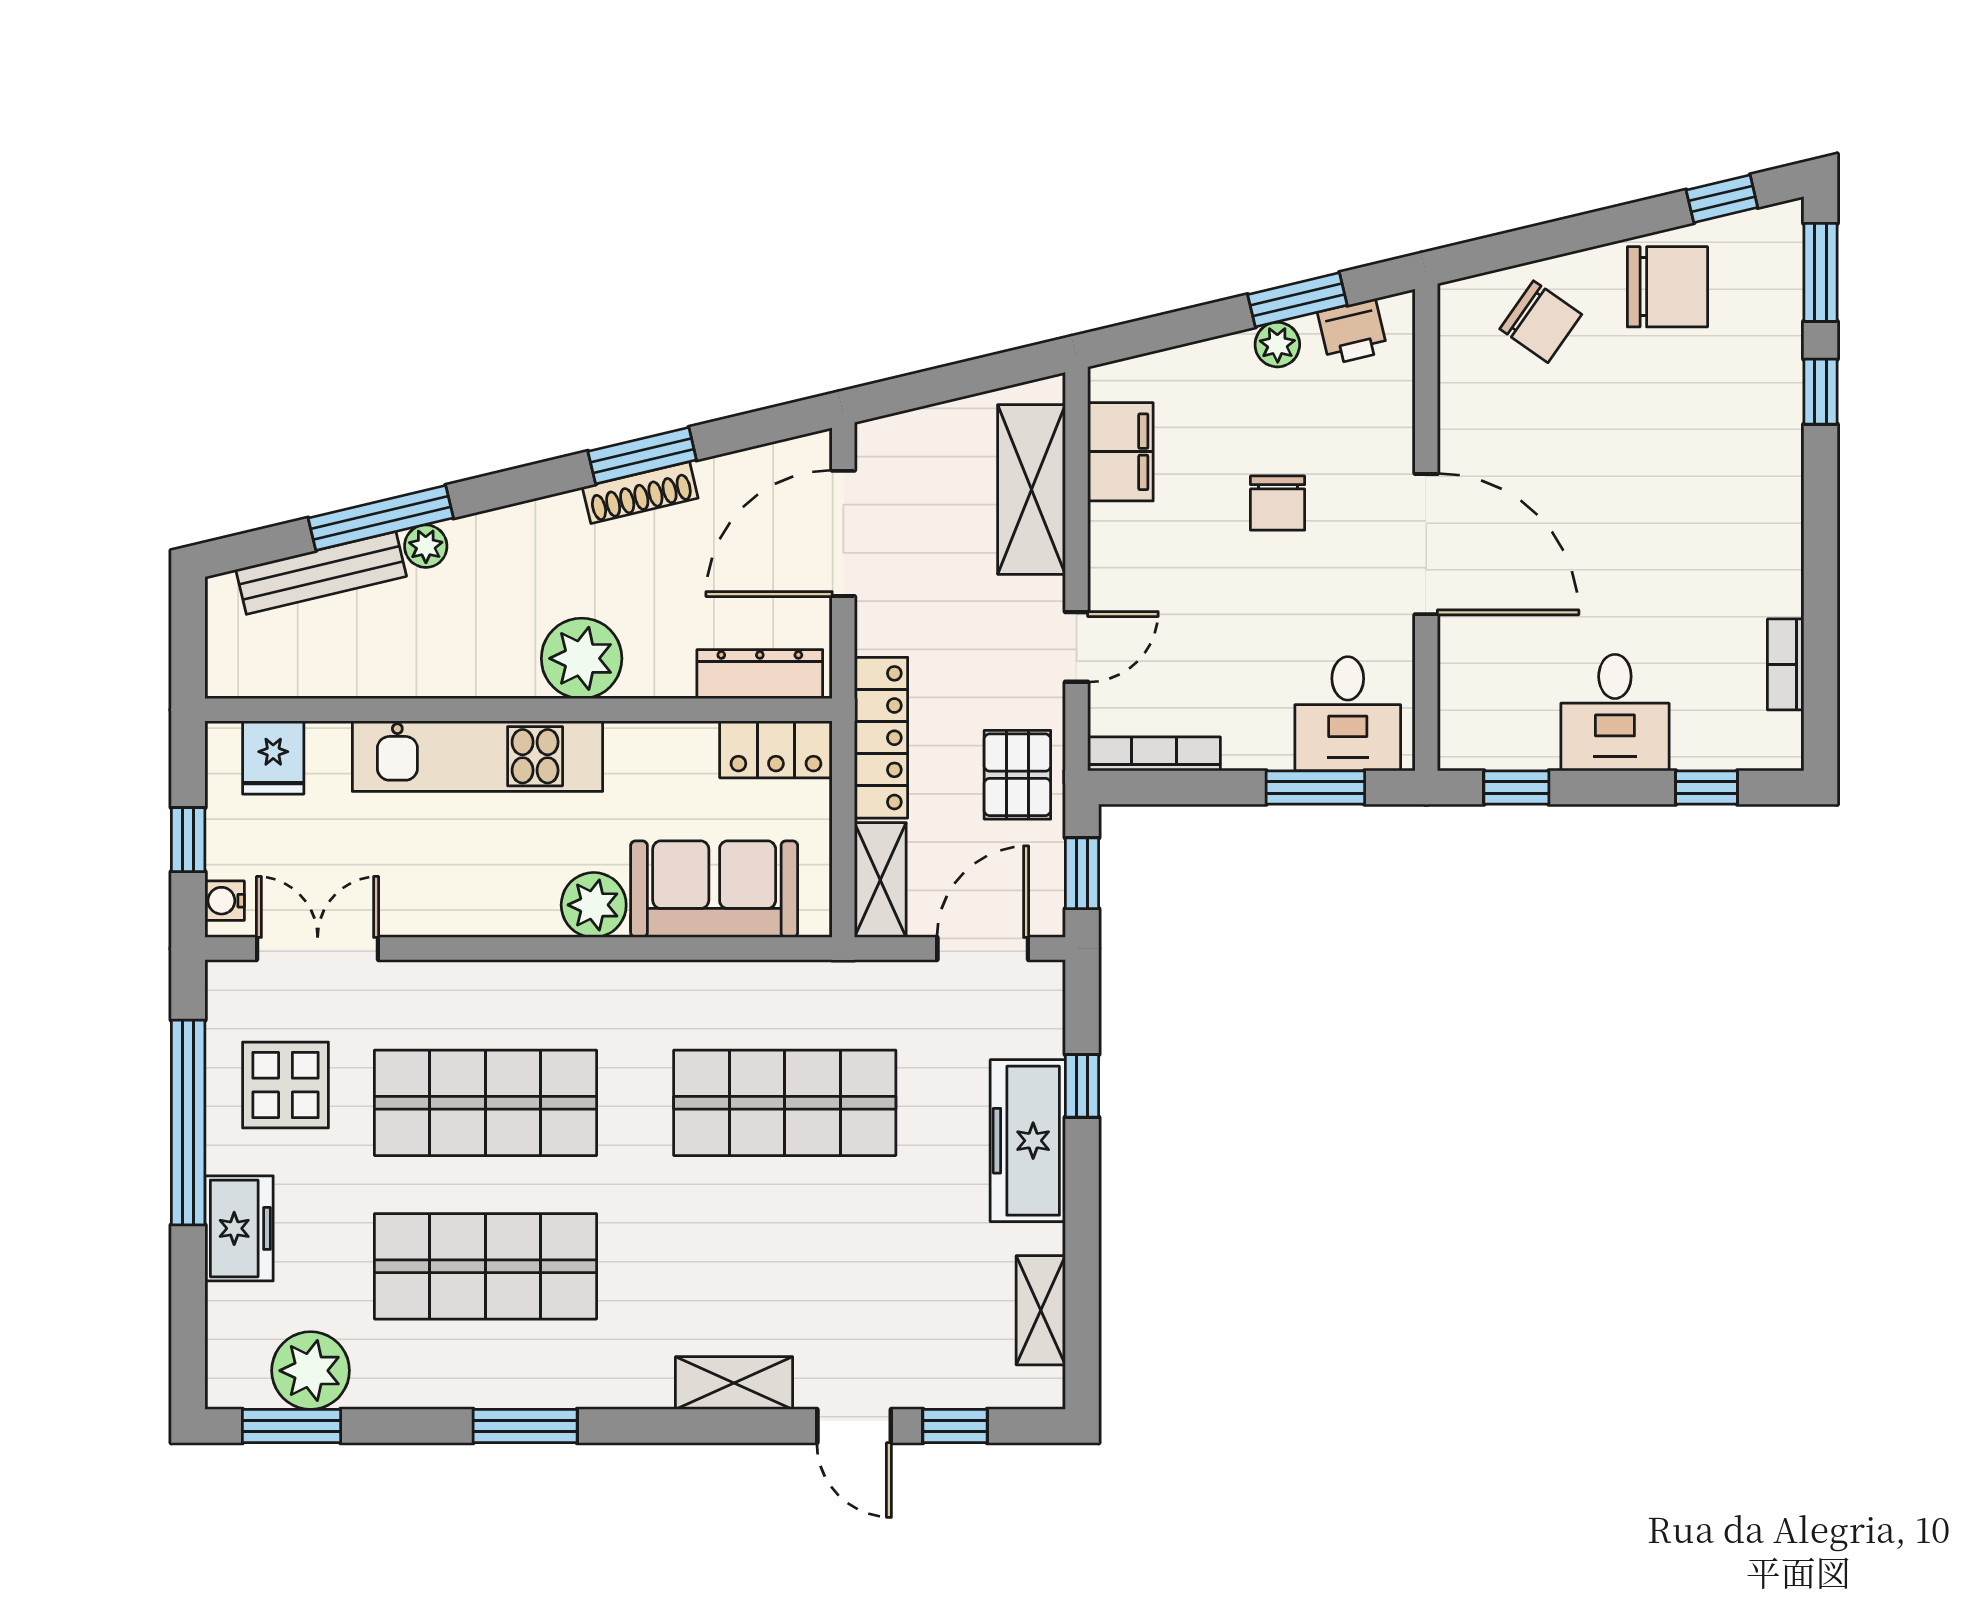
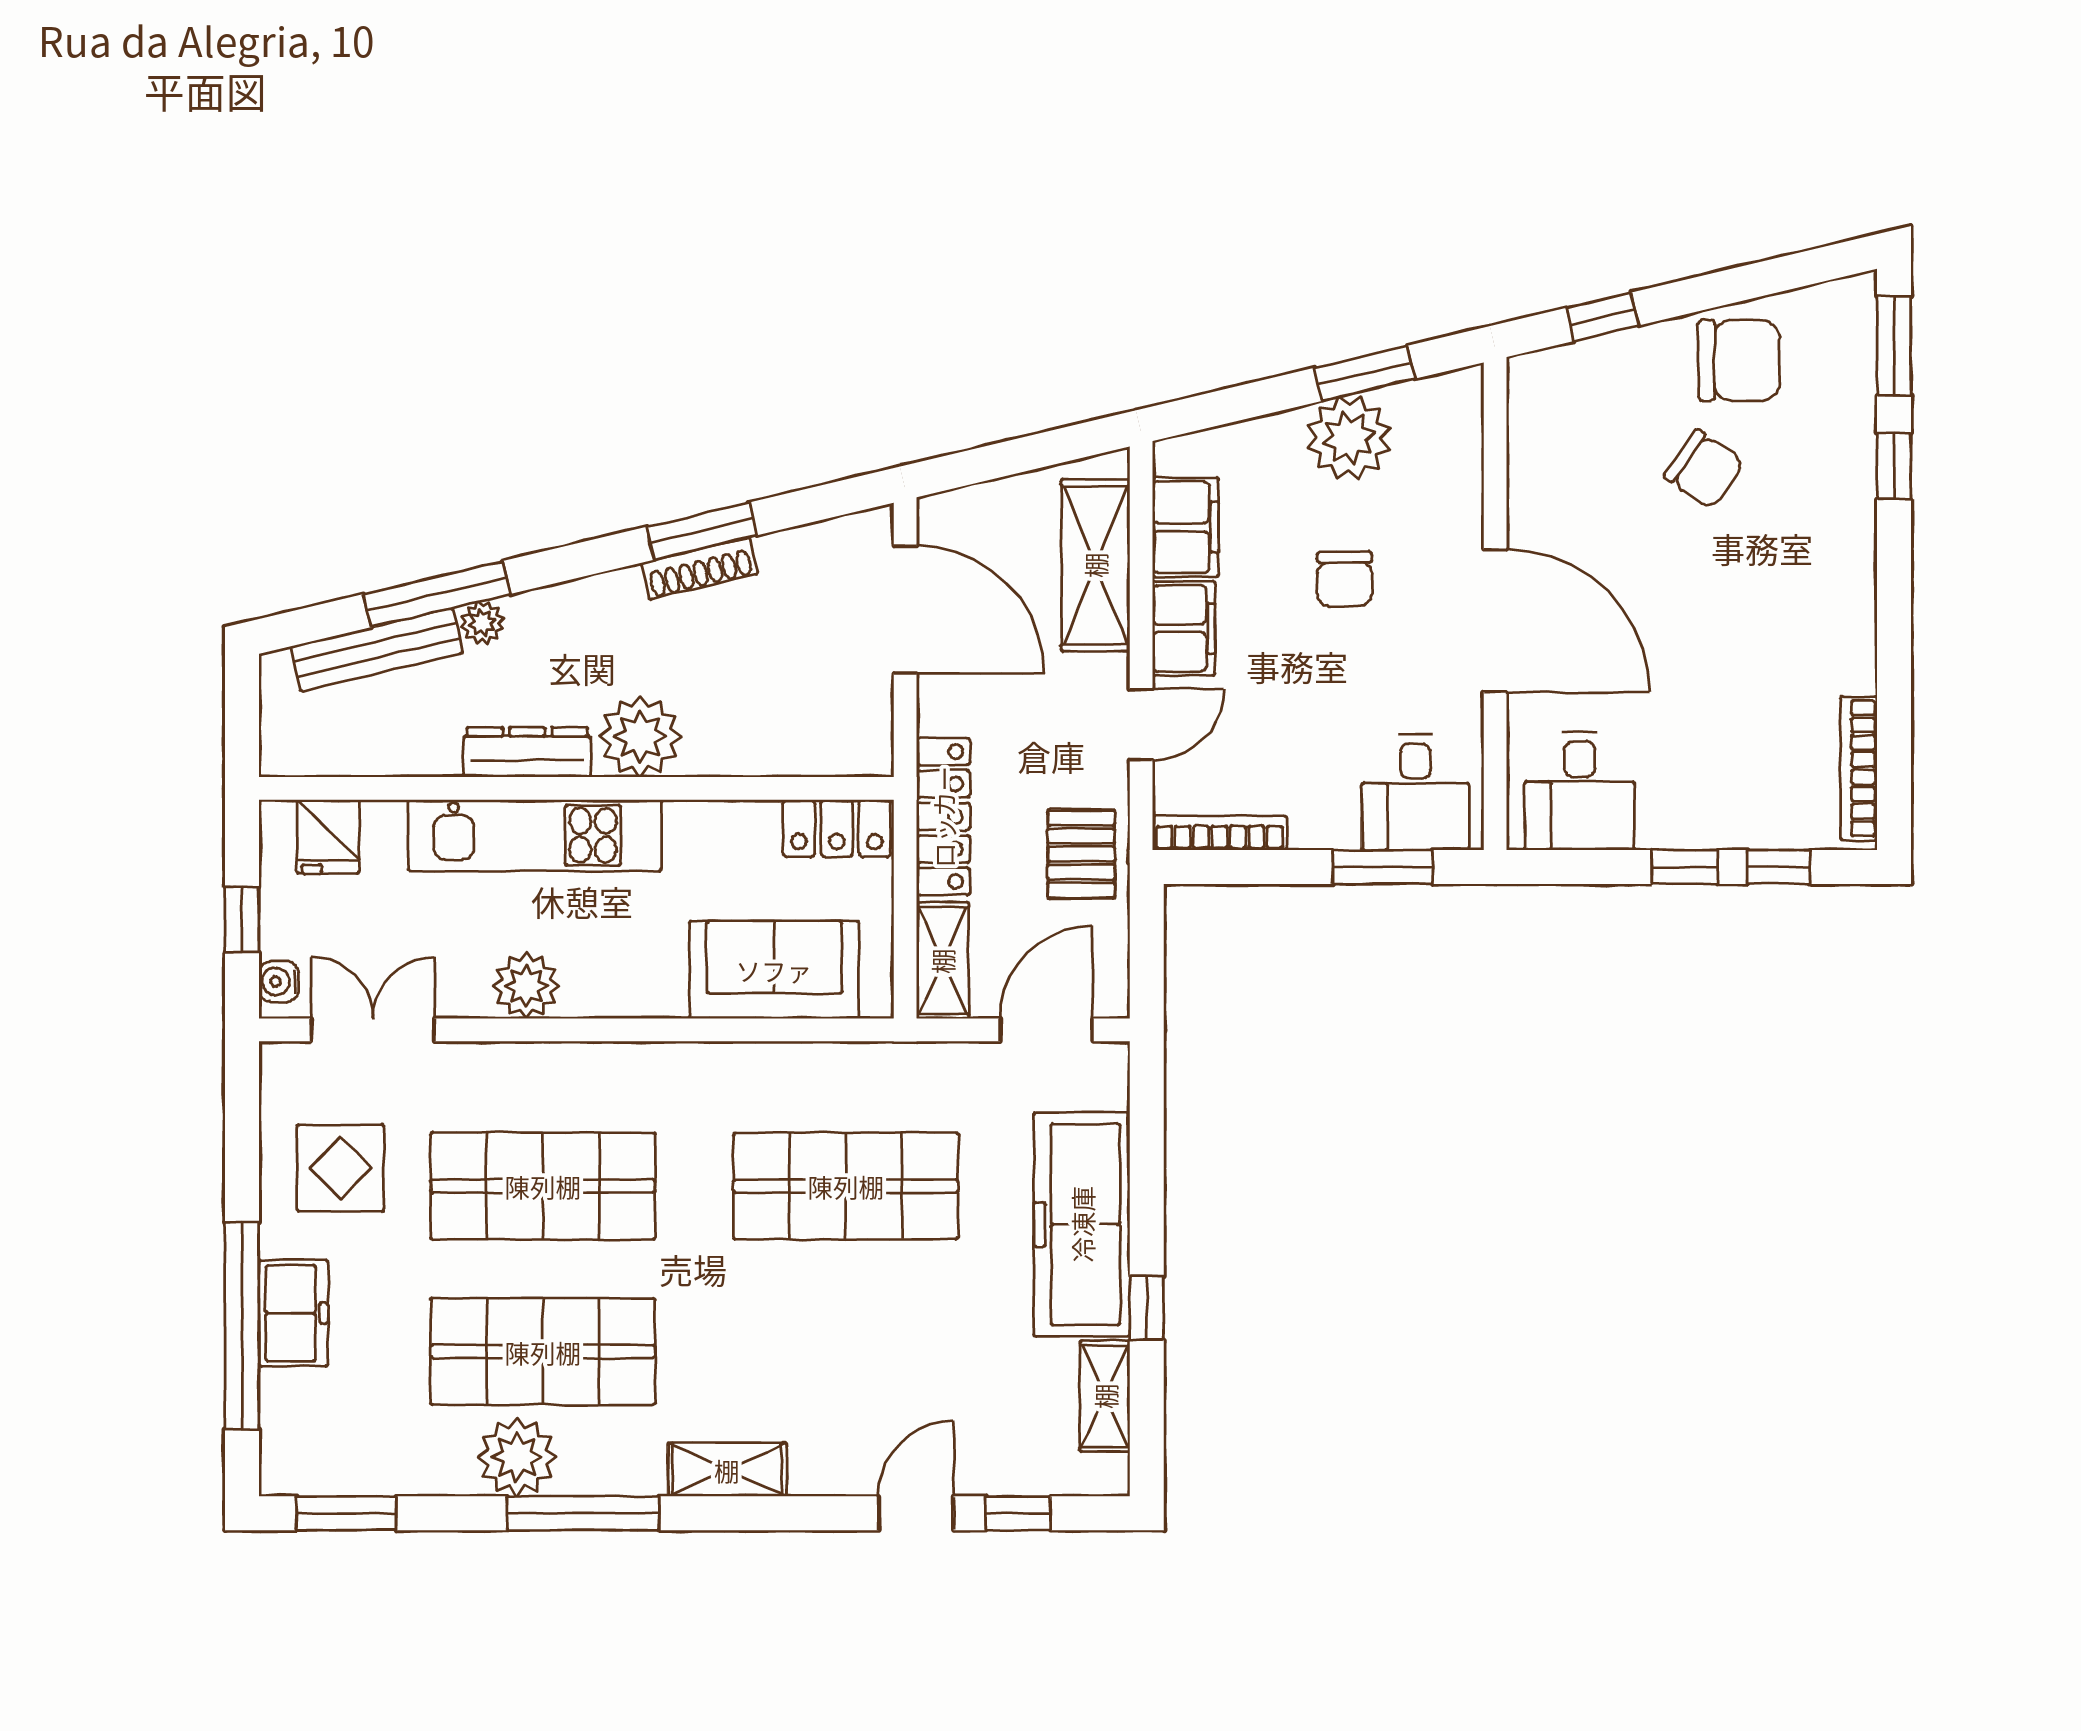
window: (1722, 199) -> (1603, 317), moved
chair: (1541, 322) -> (1704, 469), moved
printer: (1353, 332) -> (1420, 406), removed
plant: (1277, 345) -> (1349, 438), width x1.87, depth x1.87
door: (843, 533) -> (905, 610), swing flipped
filing cabinet: (1119, 552) -> (1184, 628), added
bookcase: (1786, 664) -> (1859, 768), width x1.56
dresser: (760, 674) -> (527, 752), moved
desk: (1615, 713) -> (1580, 791), moved
window: (1516, 788) -> (1684, 867), moved
window: (1082, 873) -> (1147, 954), removed
plant: (594, 905) -> (526, 986), moved
window: (1082, 1086) -> (1147, 1308), moved
window: (188, 1122) -> (242, 1326), moved
freezer: (1028, 1141) -> (1082, 1224), width x1.36, depth x1.26
plant: (311, 1371) -> (517, 1457), moved
shelving: (734, 1383) -> (727, 1470), moved
window: (525, 1426) -> (583, 1513), width x1.44
door: (854, 1426) -> (916, 1513), swing flipped

